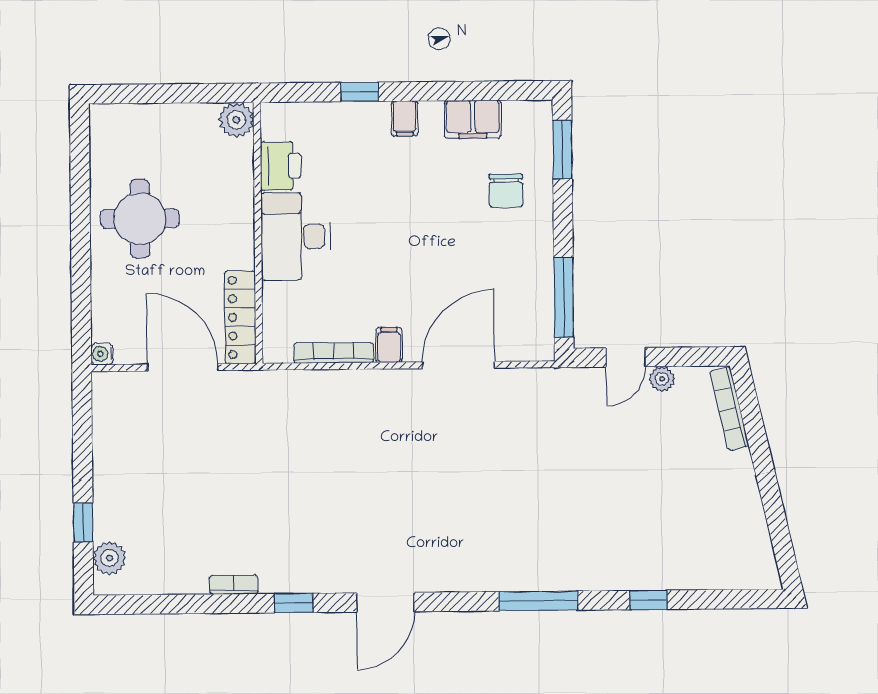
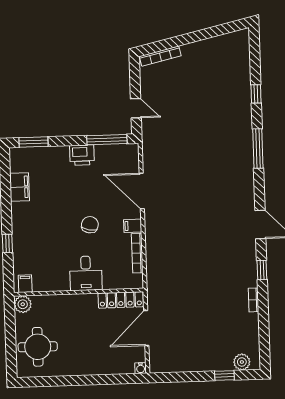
filing cabinet: (404, 118) -> (25, 284), moved, turned -90
printer: (281, 166) -> (82, 155), moved, turned 180
chair: (506, 191) -> (90, 225), moved, turned -78
round table: (140, 219) -> (38, 347), moved
desk: (296, 236) -> (86, 273), width x0.73
plant: (662, 379) -> (146, 90), removed

